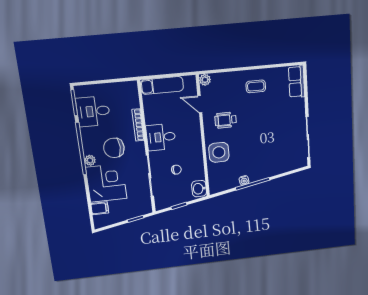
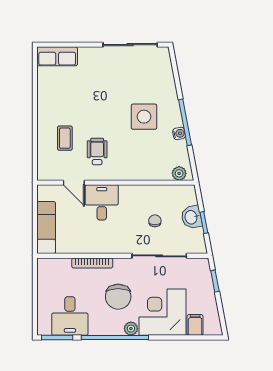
plant: (205, 80) -> (179, 173), moved
coffee table: (256, 86) -> (65, 138), moved
door: (200, 104) -> (74, 183), hinge flipped
wheelchair: (226, 120) -> (97, 151), turned 180
desk: (161, 137) -> (102, 202), moved, turned 180
side table: (219, 152) -> (144, 117), moved
washbasin: (199, 189) -> (192, 217), moved, turned 79

